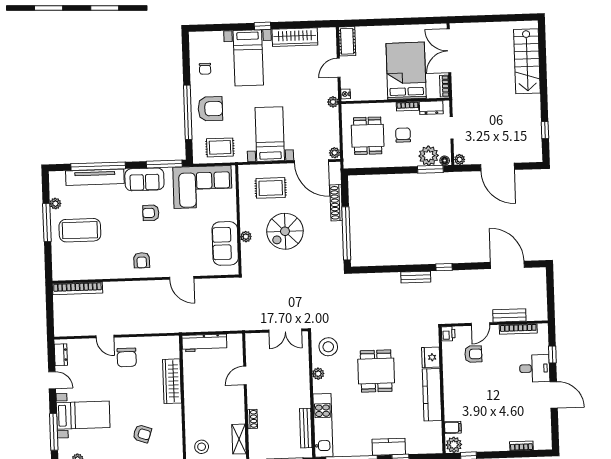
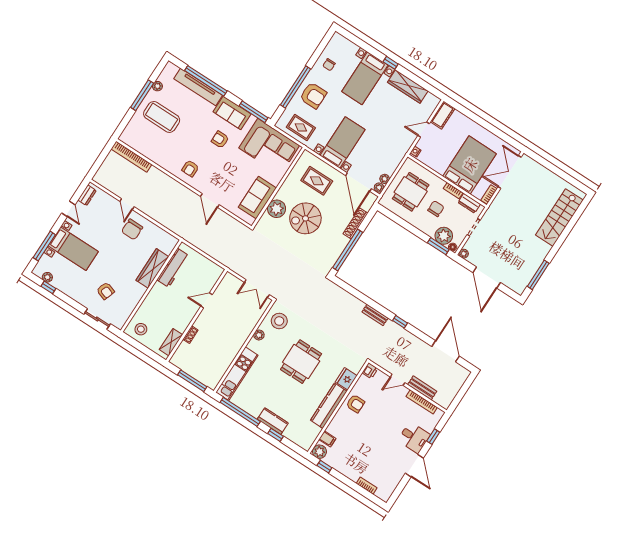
plant: (333, 102) -> (385, 179), moved
window: (545, 130) -> (538, 275), width x2.17
plant: (246, 237) -> (277, 209), width x1.88, depth x1.88
workbench: (204, 343) -> (173, 268), moved, turned -90
armchair: (473, 354) -> (355, 404), moved
bench: (306, 428) -> (223, 367), removed

